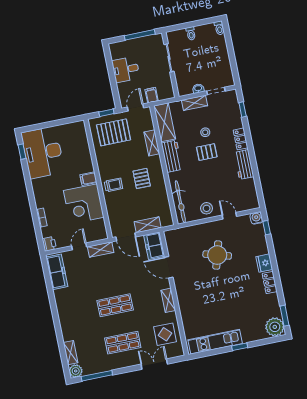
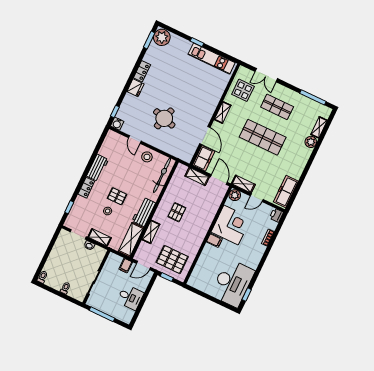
trolley: (113, 185) -> (200, 223), removed
plant: (101, 234) -> (235, 195), added
shop shelf: (115, 305) -> (263, 137), width x1.43, depth x1.36
plant: (76, 371) -> (311, 142), moved

